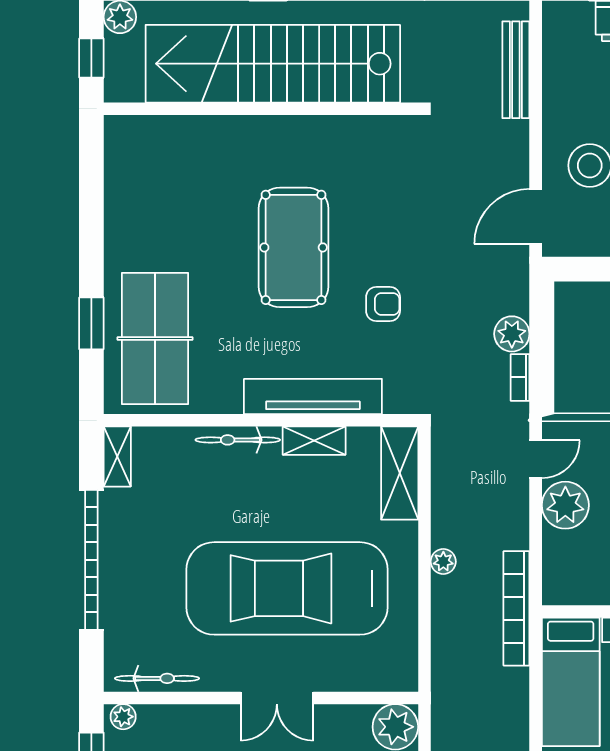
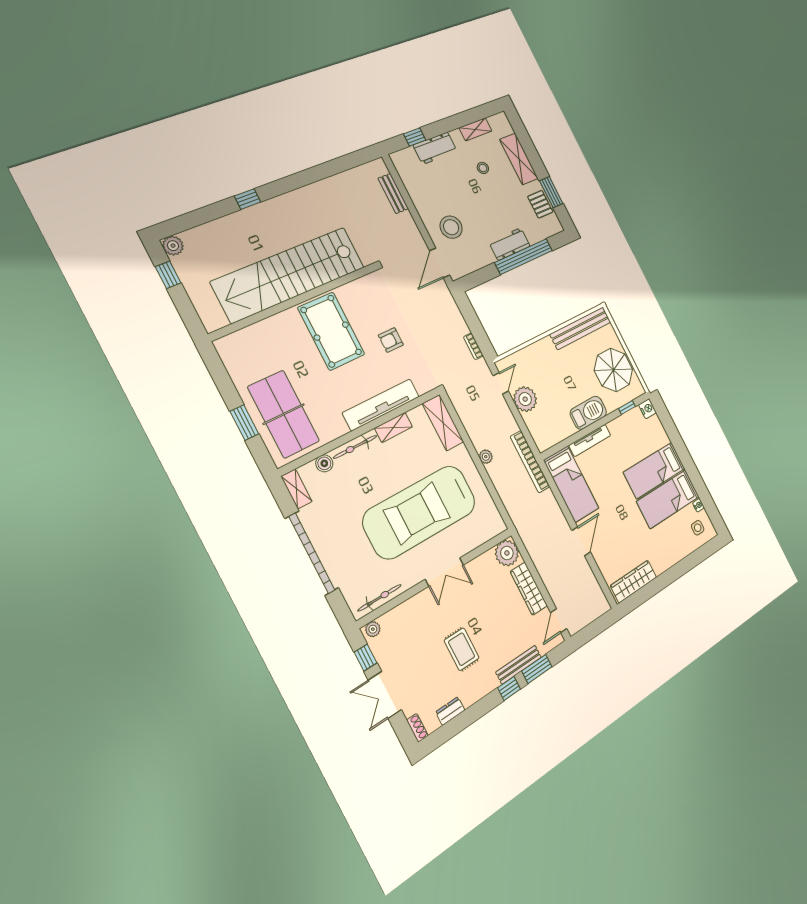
stairs: (273, 64) -> (289, 274), moved
bench: (516, 70) -> (393, 193), width x0.73
wall: (261, 109) -> (295, 301), moved
armchair: (383, 304) -> (391, 340), turned 180
plant: (512, 334) -> (459, 326), removed
boiler: (178, 441) -> (324, 463), added

